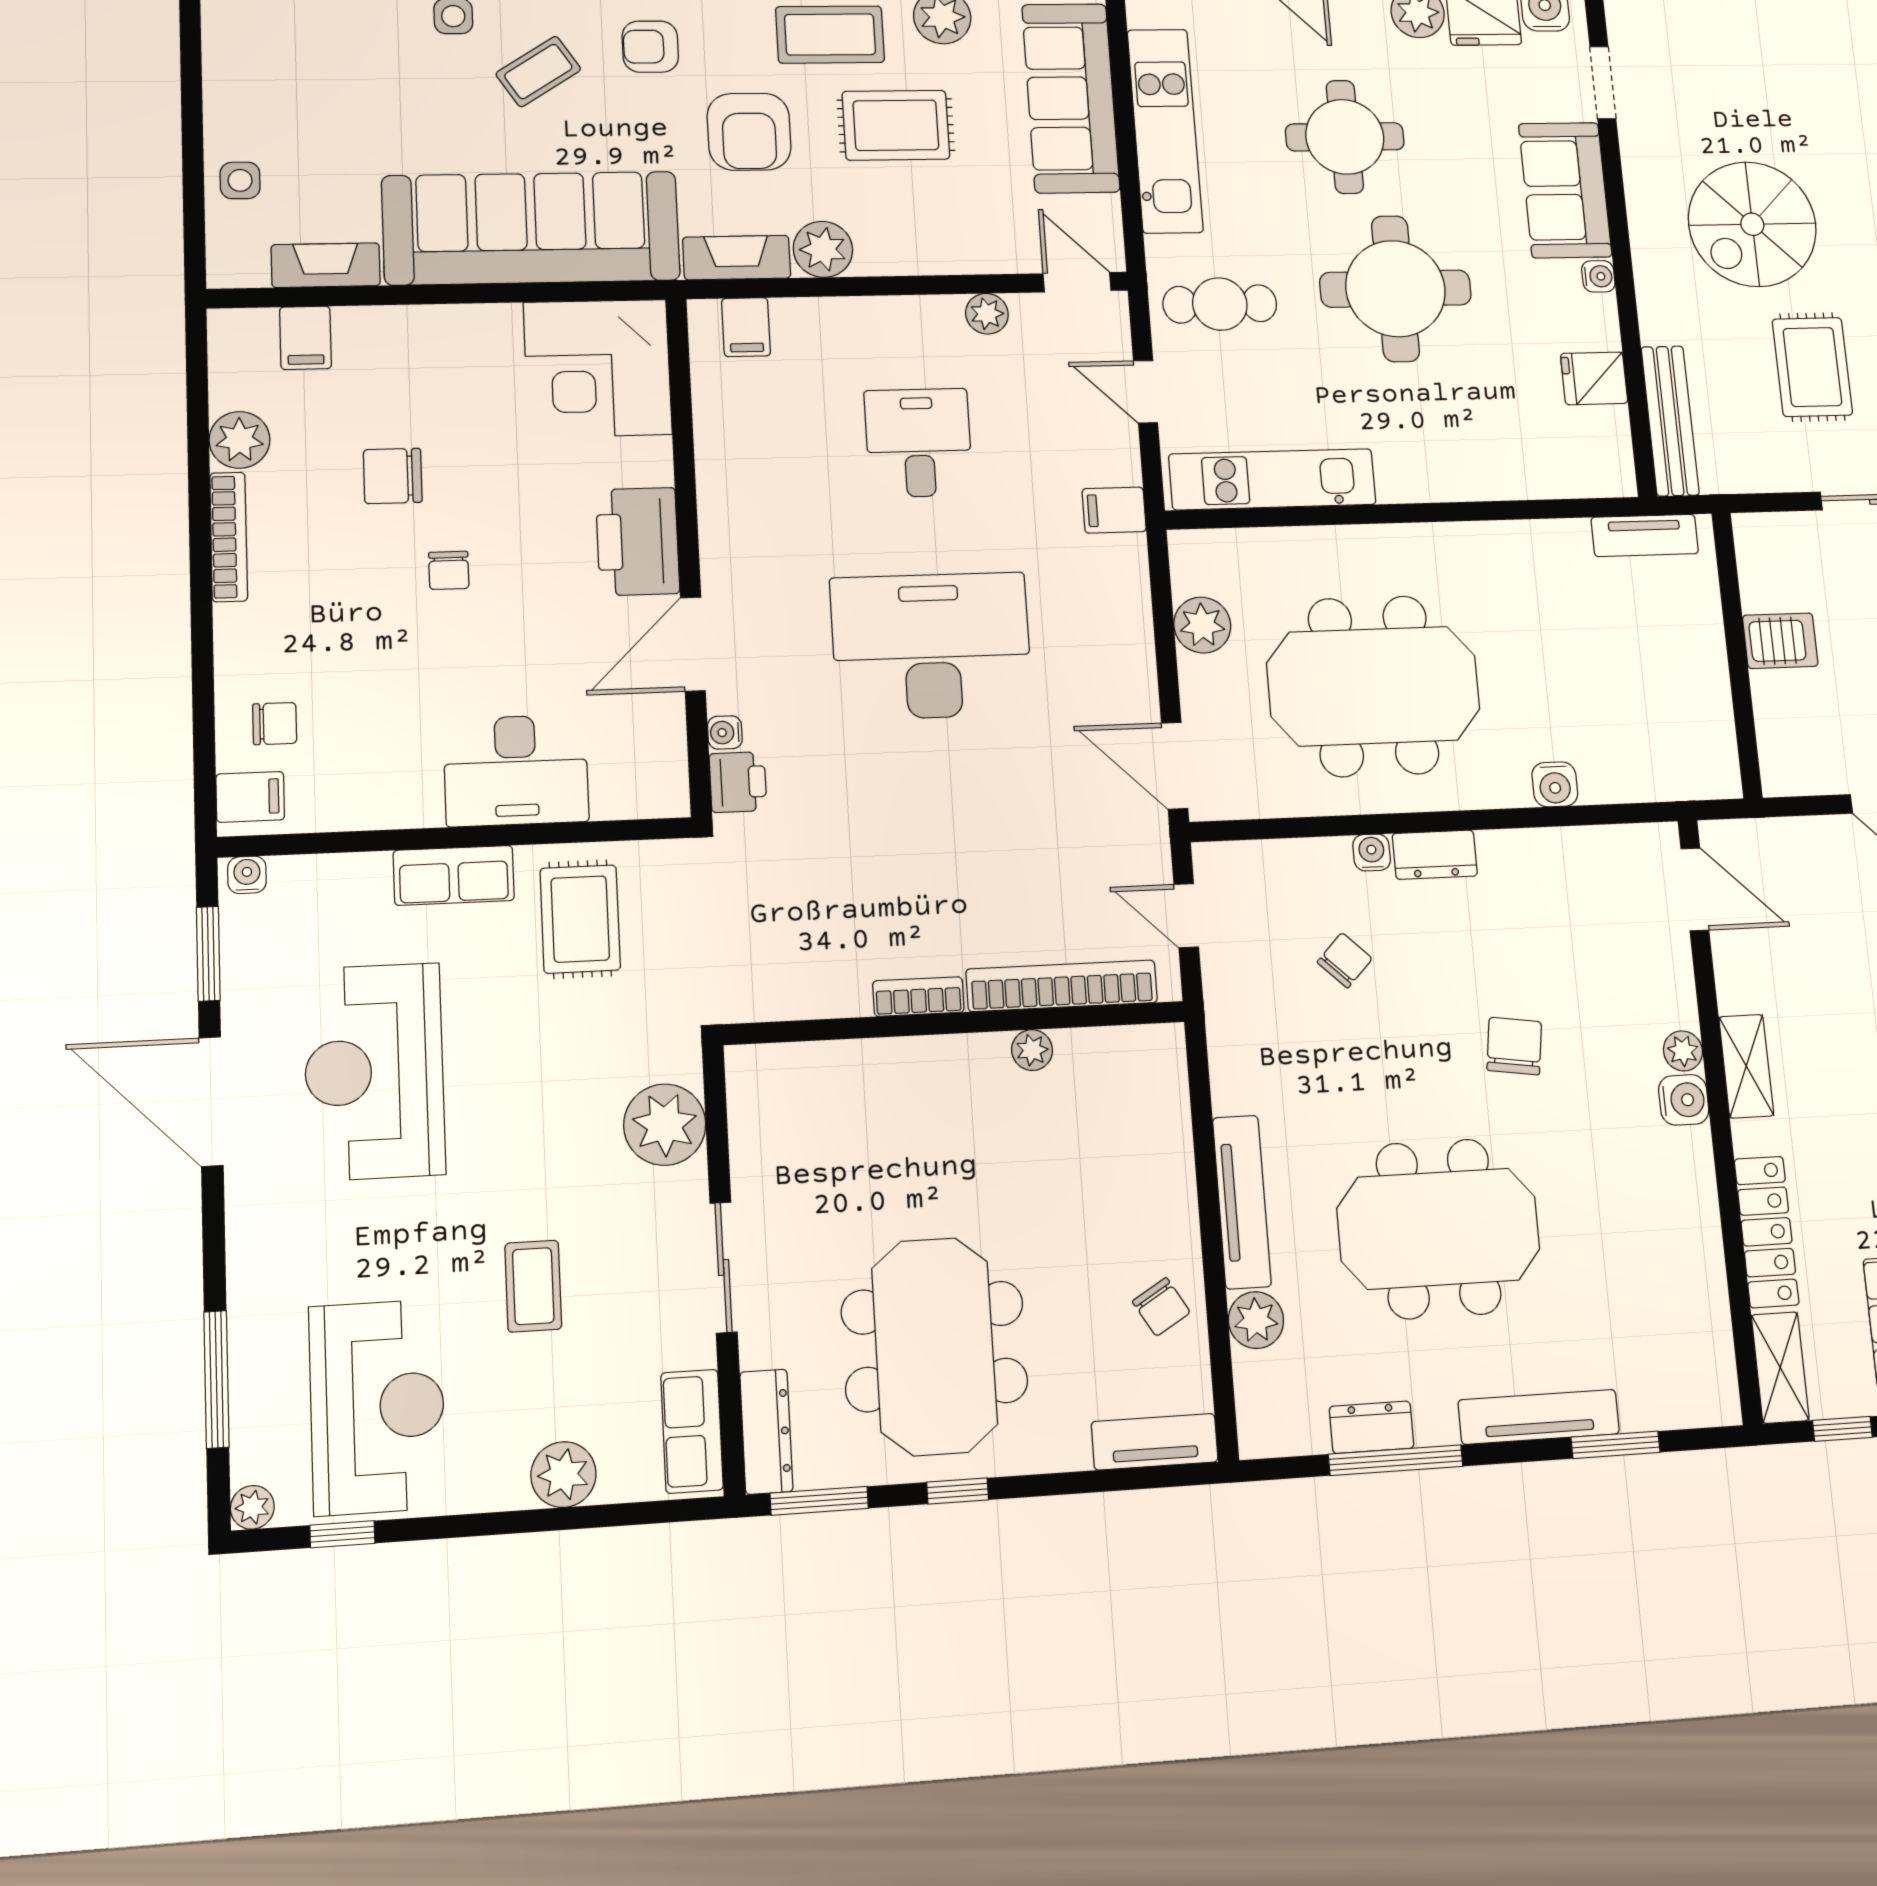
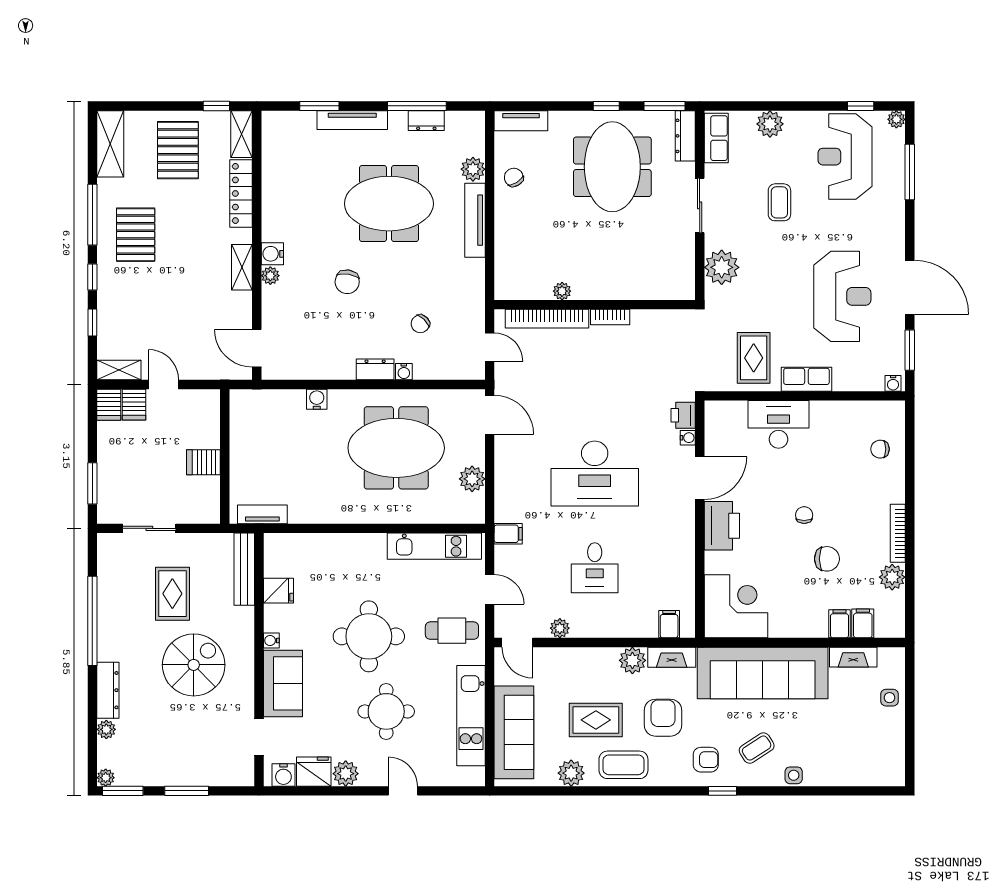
filing cabinet: (250, 797) -> (840, 624), moved, turned 90

